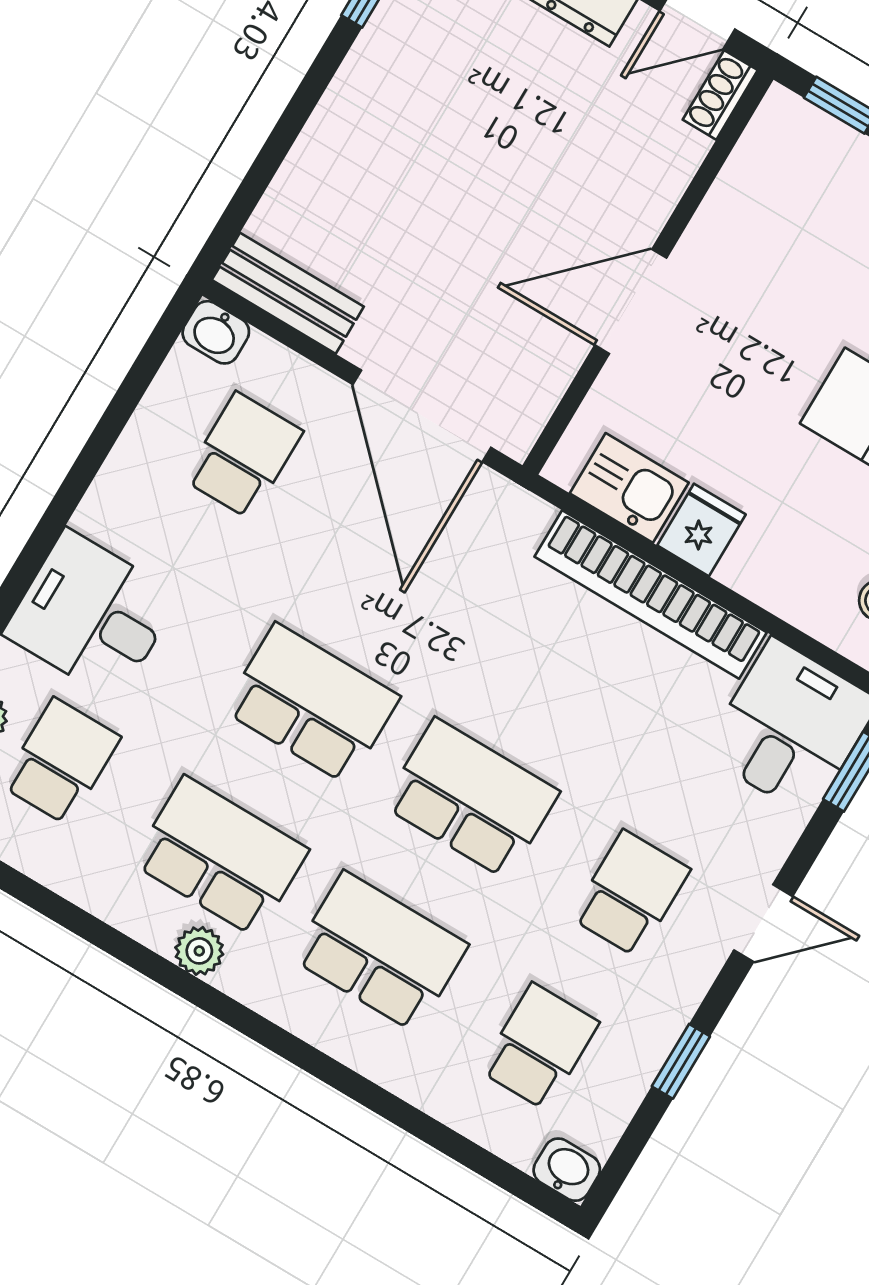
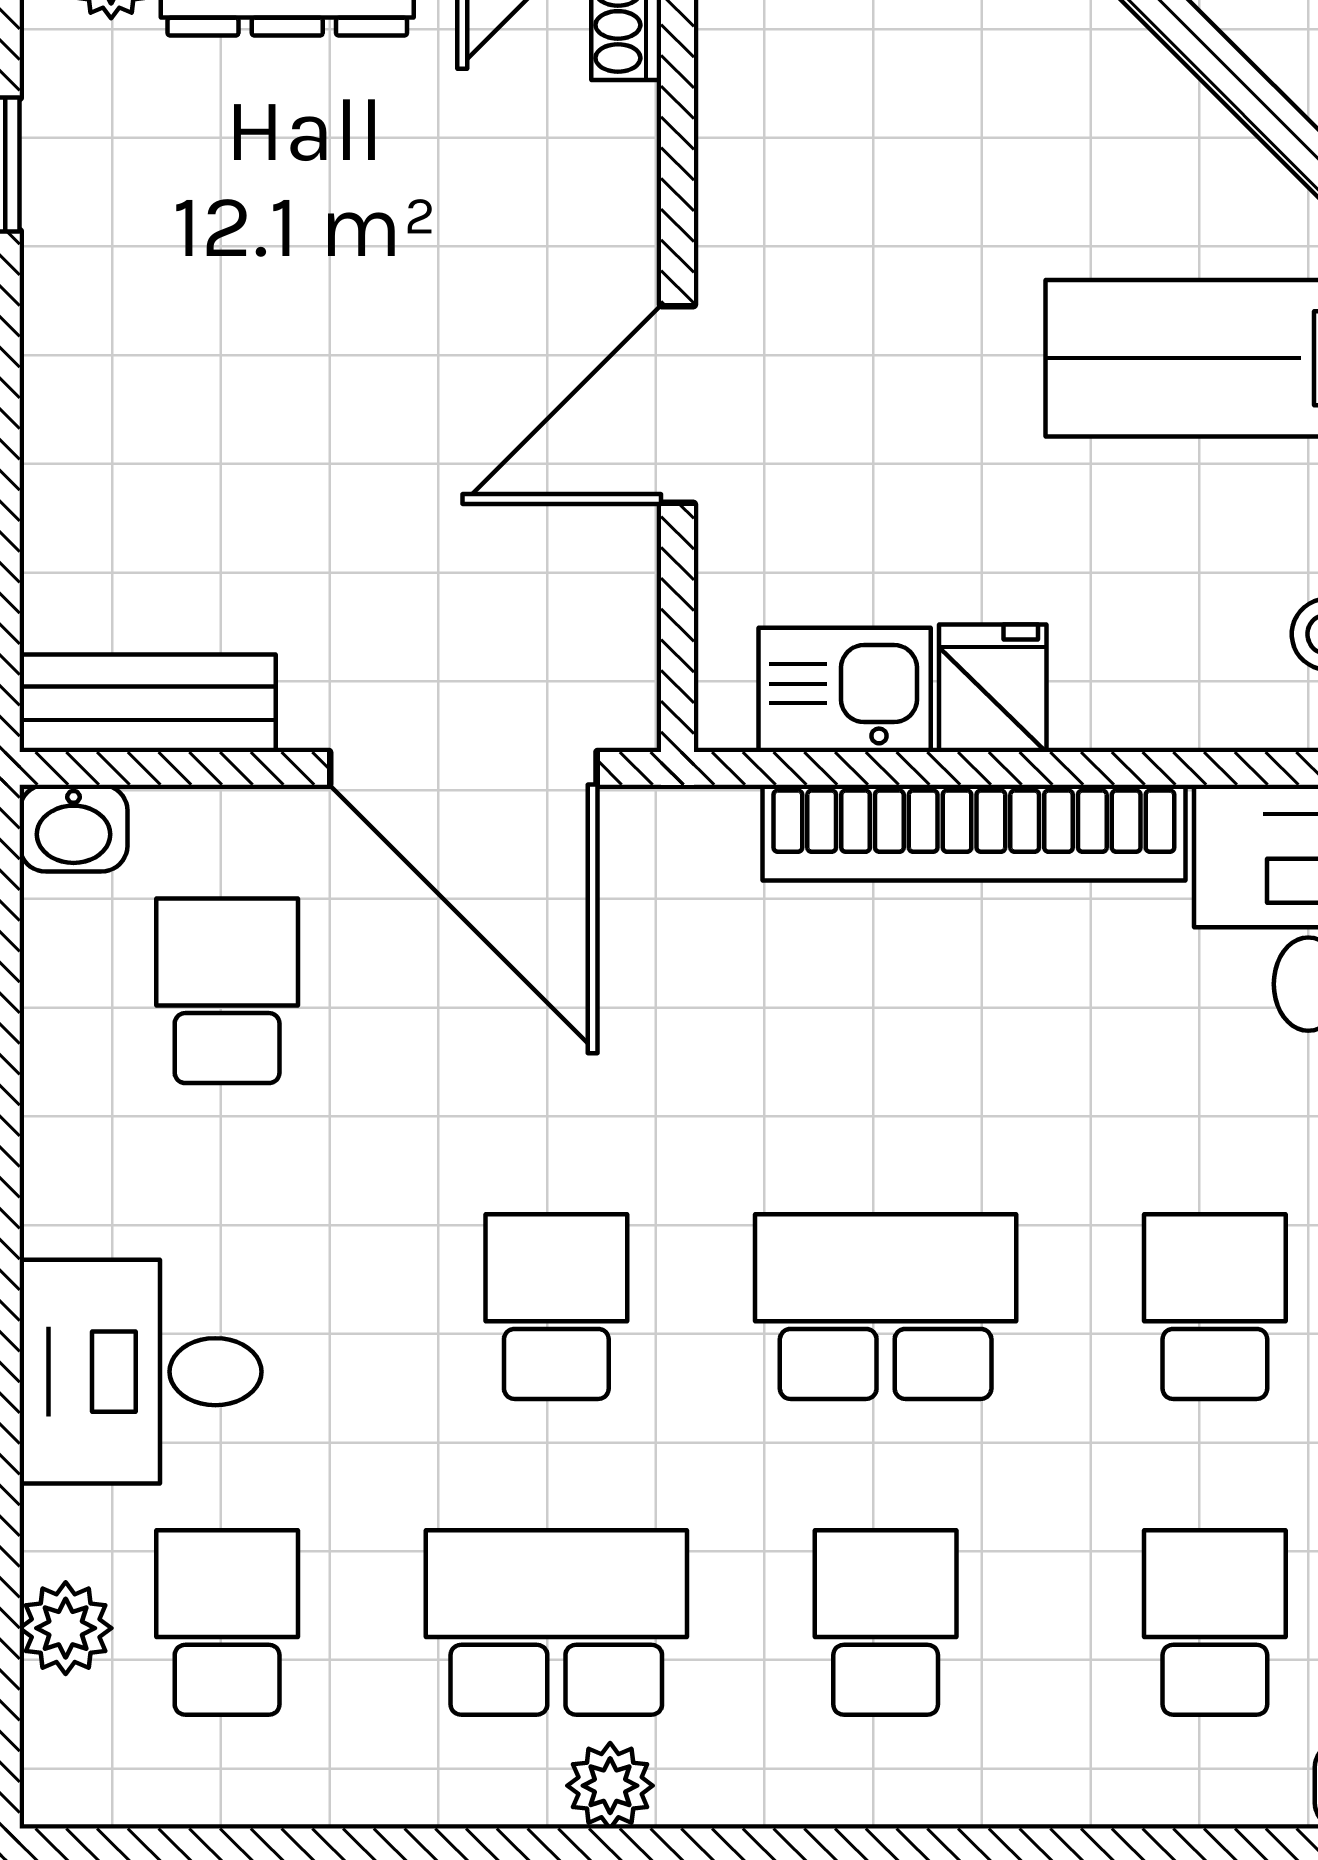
school desk: (312, 703) -> (556, 1307), width x0.54
school desk: (380, 951) -> (886, 1622), width x0.54

